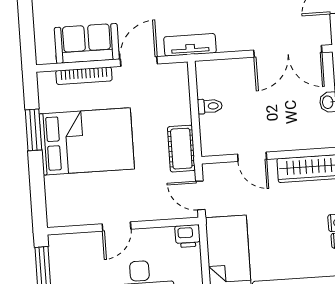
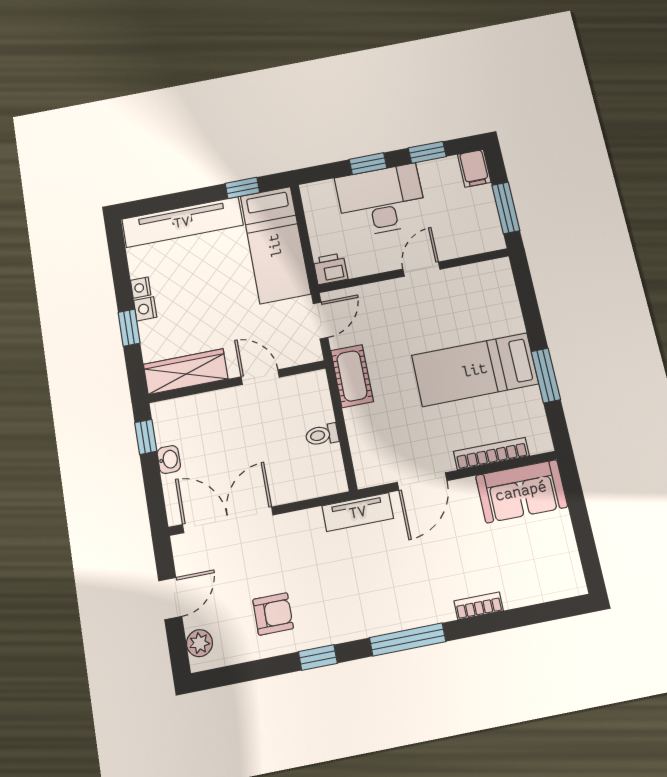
sofa: (87, 43) -> (521, 491), moved
bed: (87, 141) -> (475, 370), width x0.67
door: (200, 195) -> (321, 320), hinge flipped

